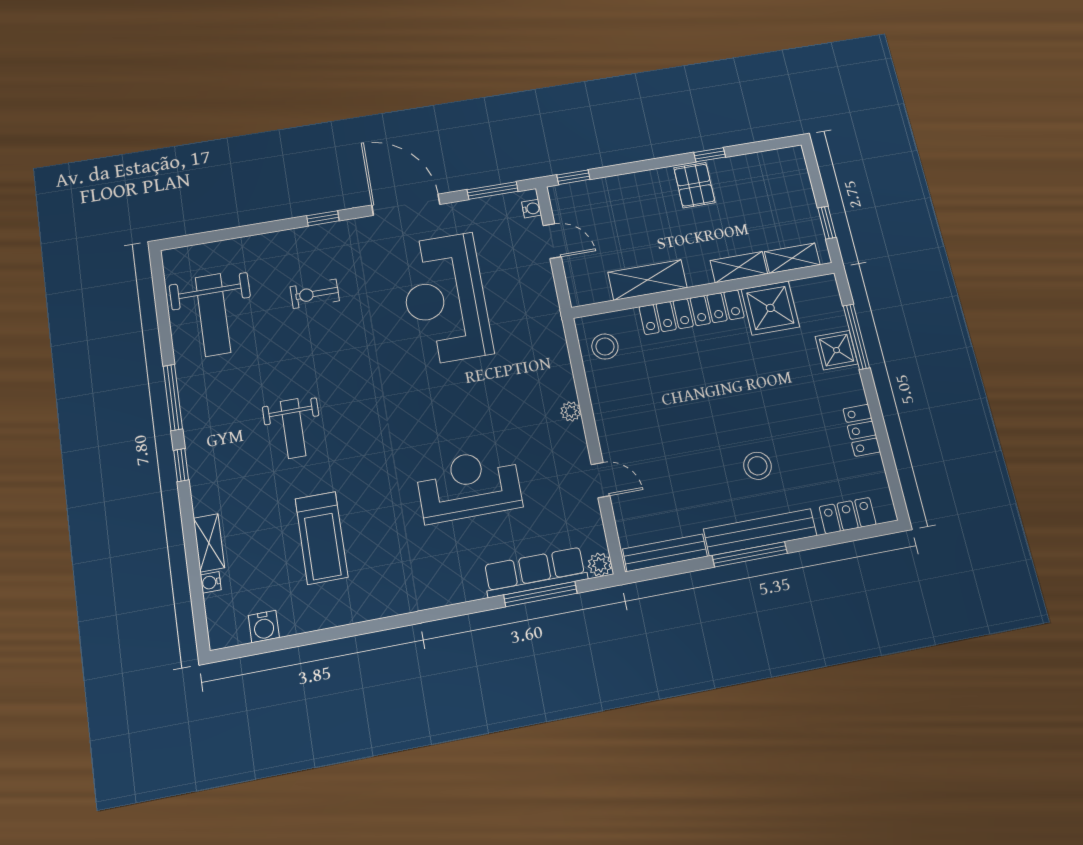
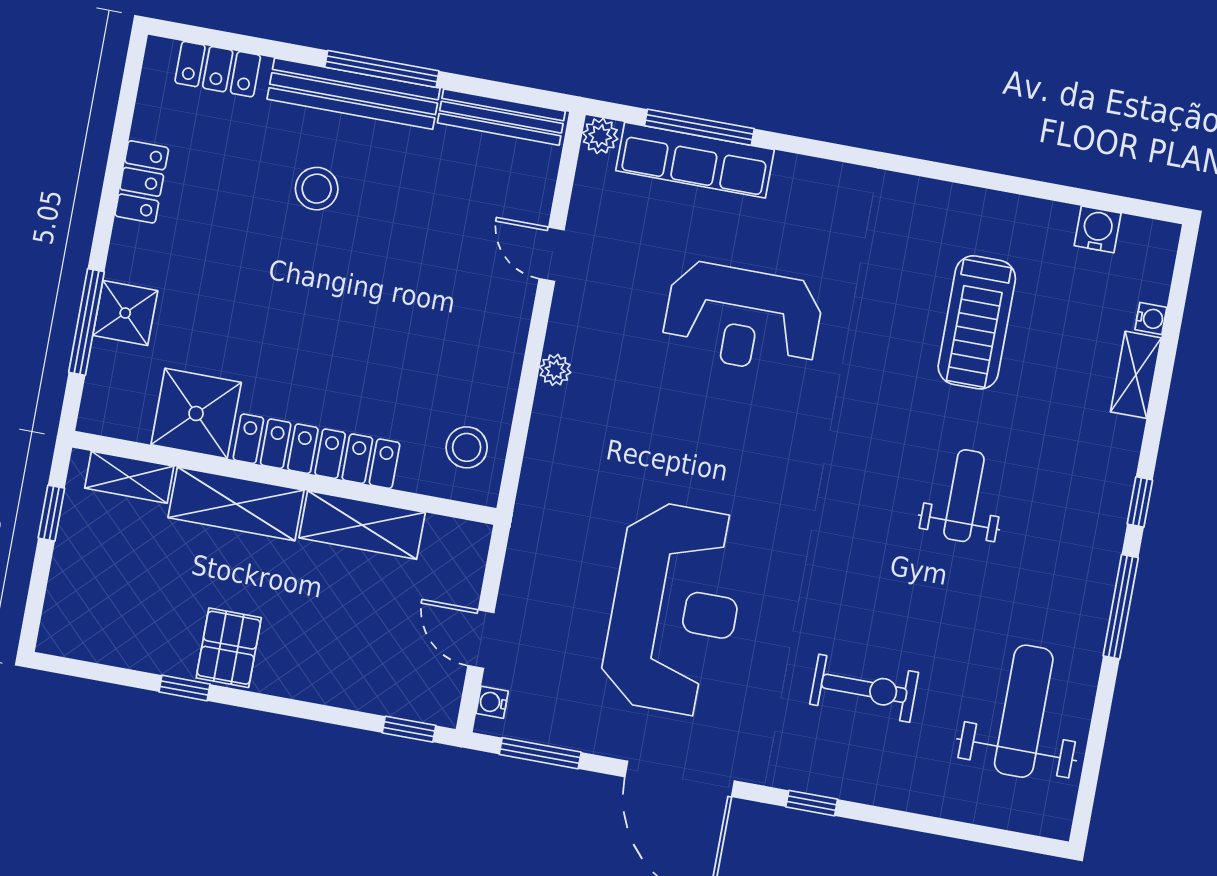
shelving: (739, 267) -> (236, 504), width x1.50, depth x1.33
exercise bike: (315, 294) -> (864, 688), width x1.38, depth x1.39
treadmill: (321, 538) -> (977, 322), turned 180

